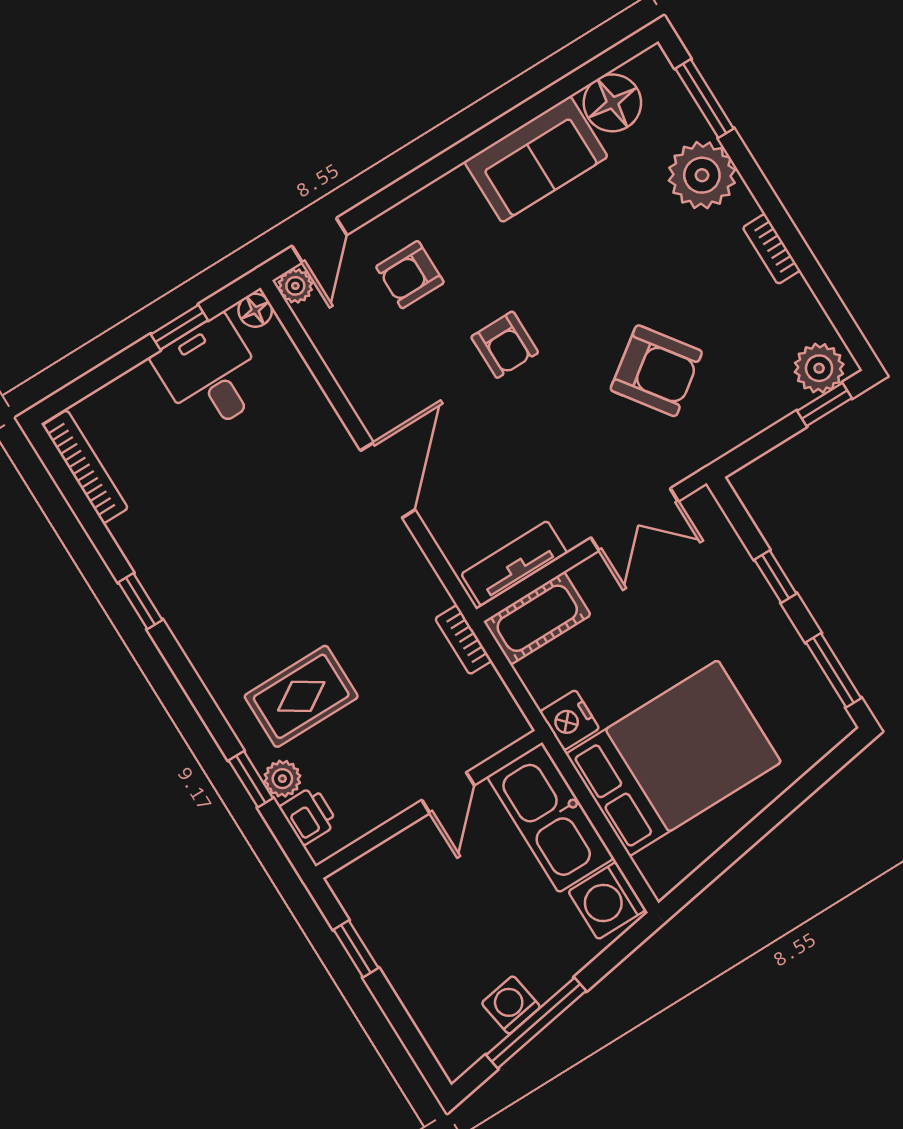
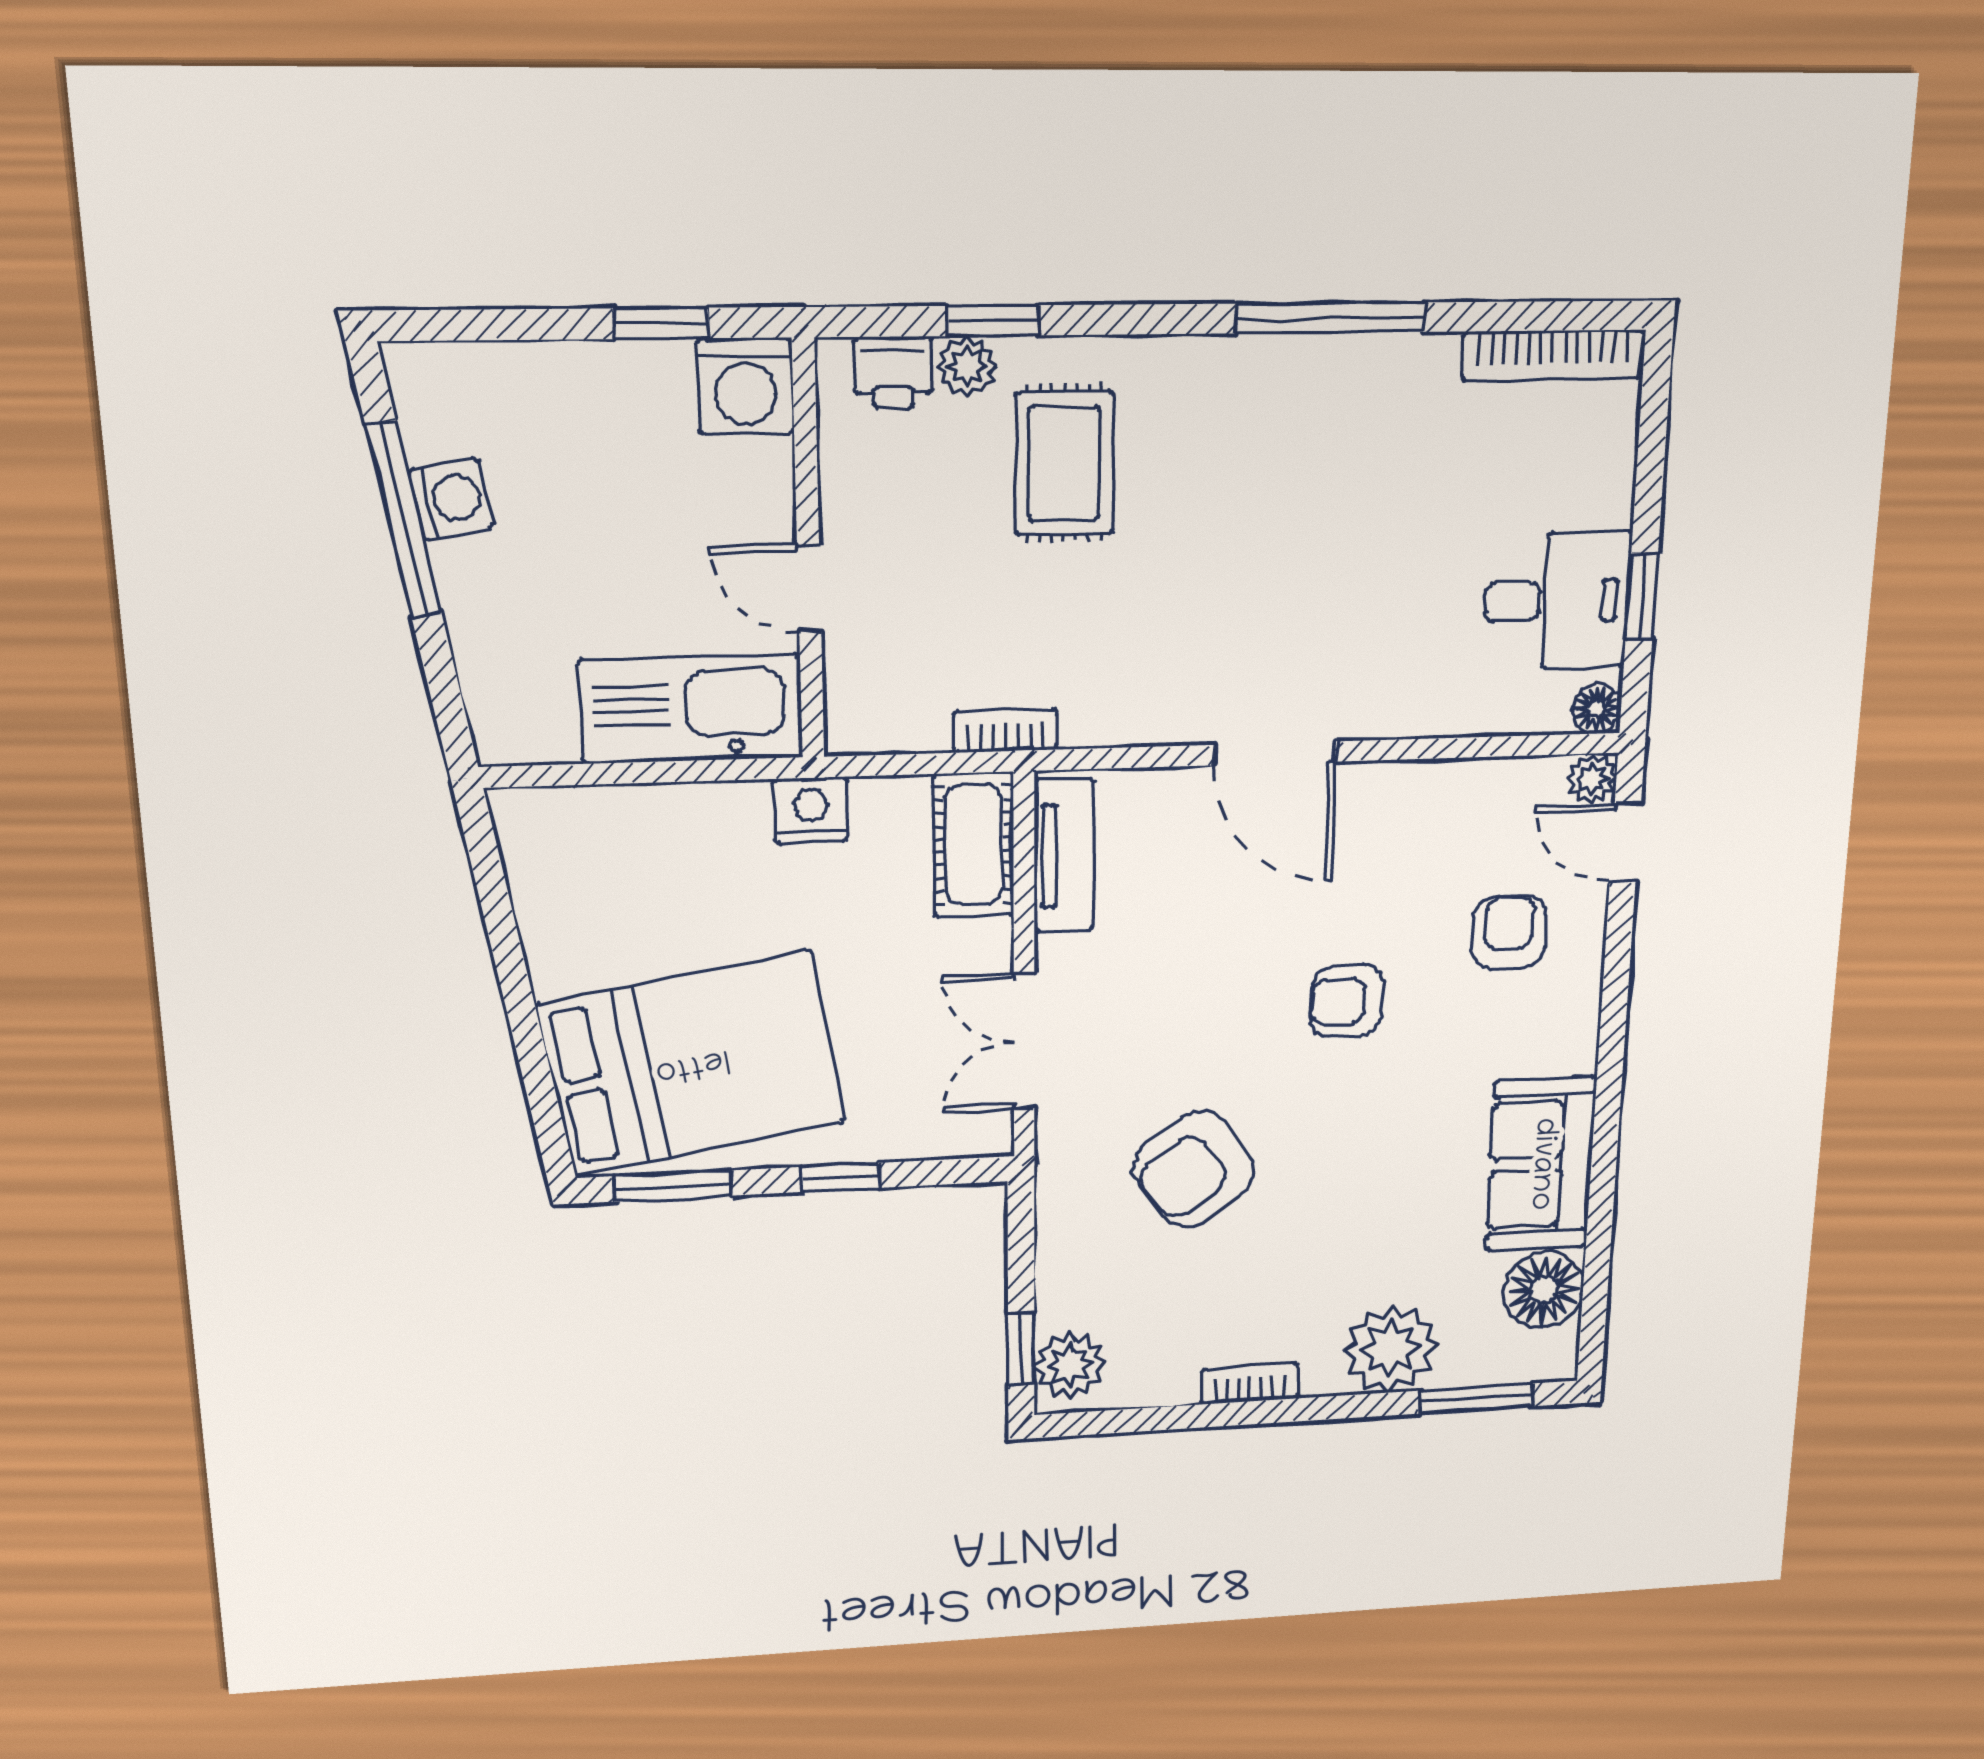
window: (140, 601) -> (1330, 318), width x2.17
bed: (673, 758) -> (692, 1064), moved, turned -99
washing machine: (607, 901) -> (746, 386), moved, turned 180

